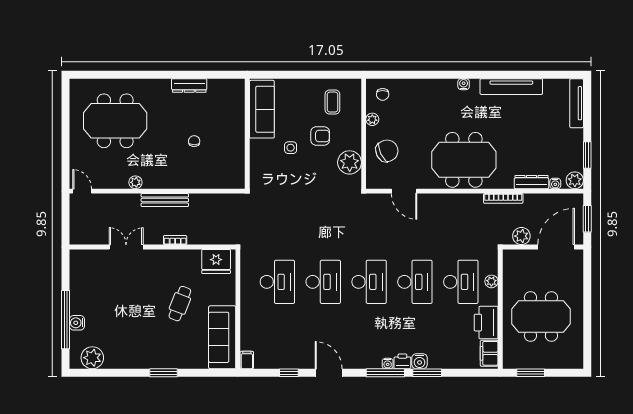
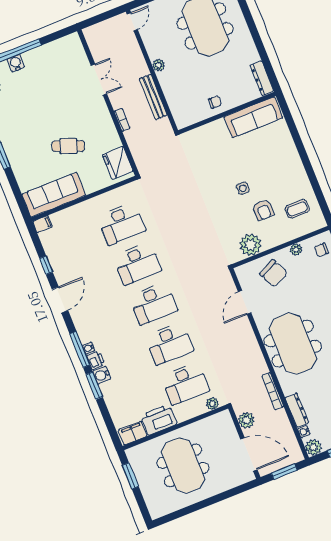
sofa: (262, 109) -> (253, 117), moved
wall: (247, 134) -> (227, 113), moved
plant: (491, 281) -> (212, 404), moved

